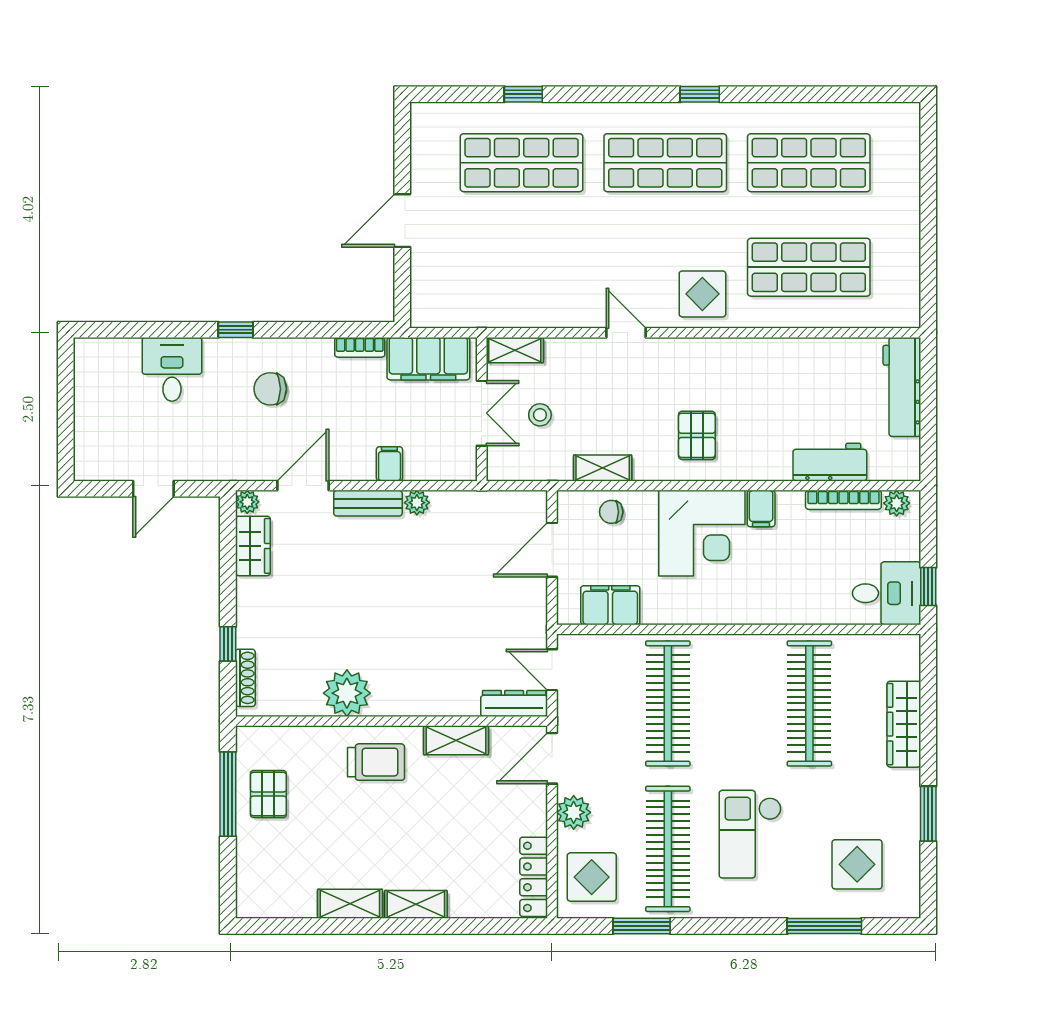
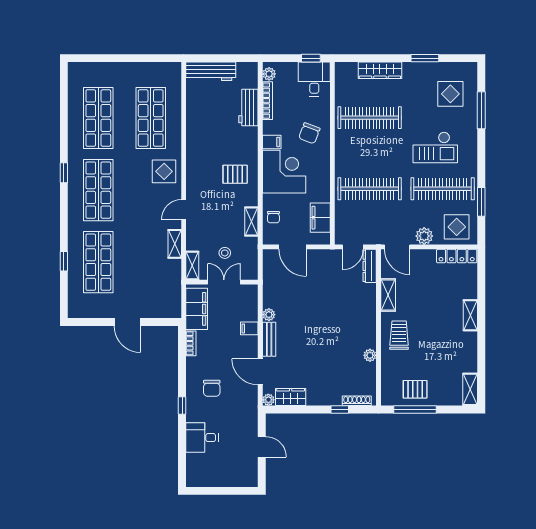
shelving: (558, 315) -> (175, 244), added
chair: (778, 583) -> (309, 133), added
plant: (347, 693) -> (370, 355), width x0.53, depth x0.53
shelving: (350, 904) -> (470, 389), moved

